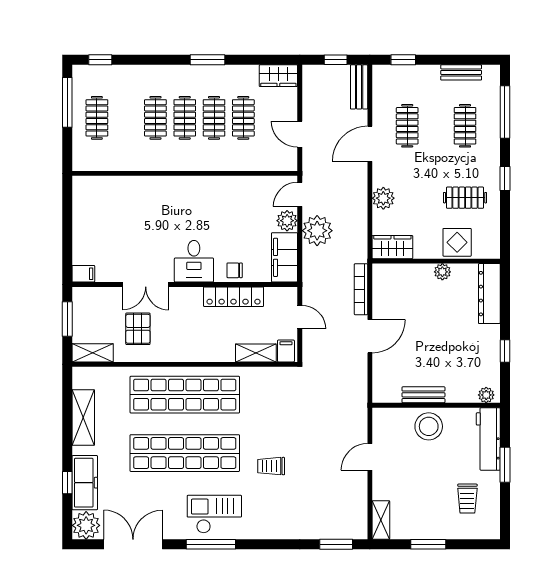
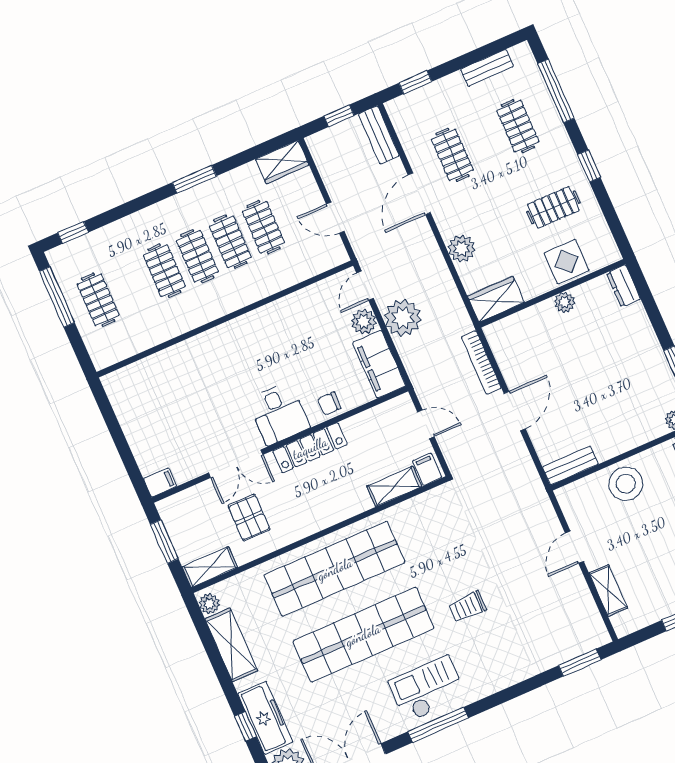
dresser: (489, 294) -> (623, 286), width x0.51, depth x0.80
locker: (234, 297) -> (310, 448), moved
plant: (80, 380) -> (209, 604), added
bench: (423, 395) -> (570, 465), moved
shelving: (381, 520) -> (608, 591), moved

